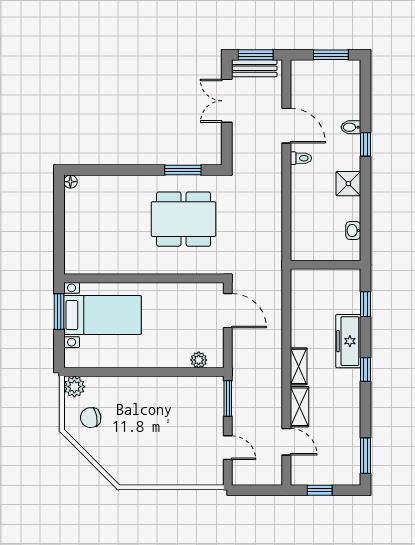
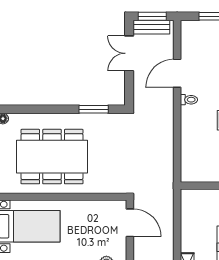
door: (286, 126) -> (177, 73), swing flipped
dining table: (184, 219) -> (52, 157), moved, width x1.36, depth x1.24

